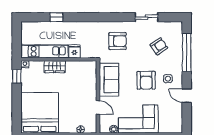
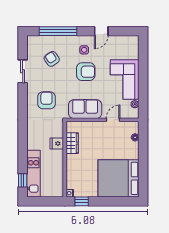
window: (56, 17) -> (23, 180), moved
kitchen unit: (44, 51) -> (33, 174), moved, turned 180
wardrobe: (55, 67) -> (72, 143), moved

